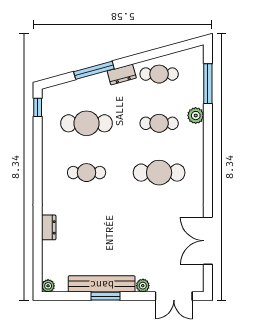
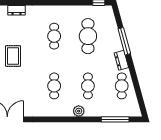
plant: (196, 116) -> (79, 111), moved
cafe table: (159, 173) -> (54, 86), width x0.73, depth x0.74
rug: (115, 233) -> (13, 56), added

